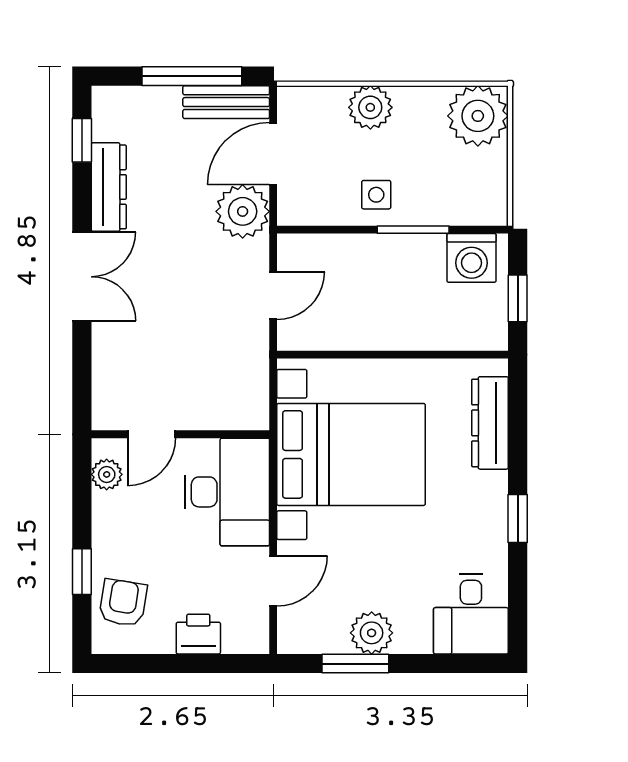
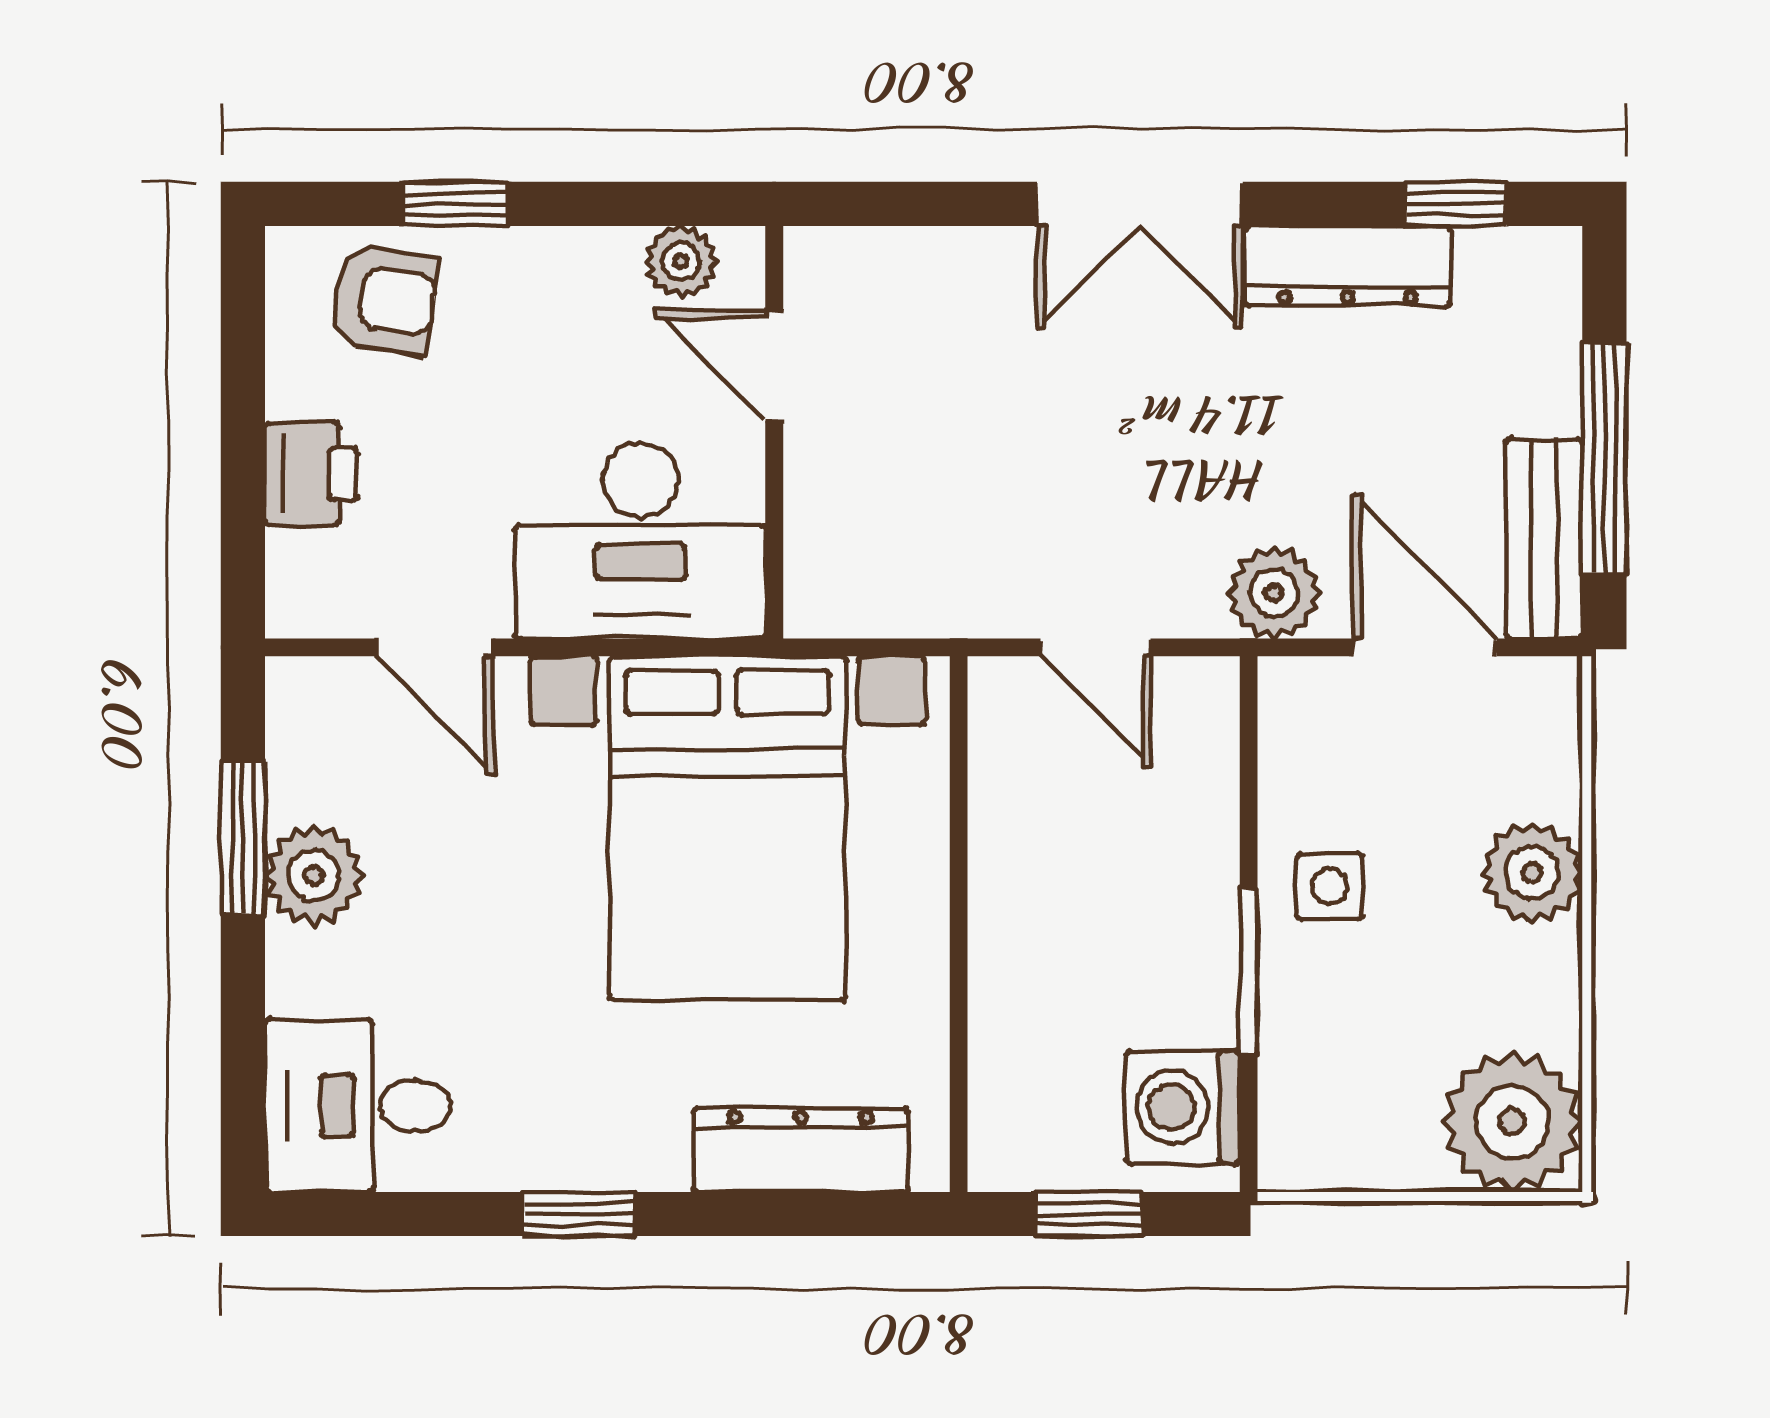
plant: (243, 211) -> (1274, 593), width x0.73, depth x0.73

